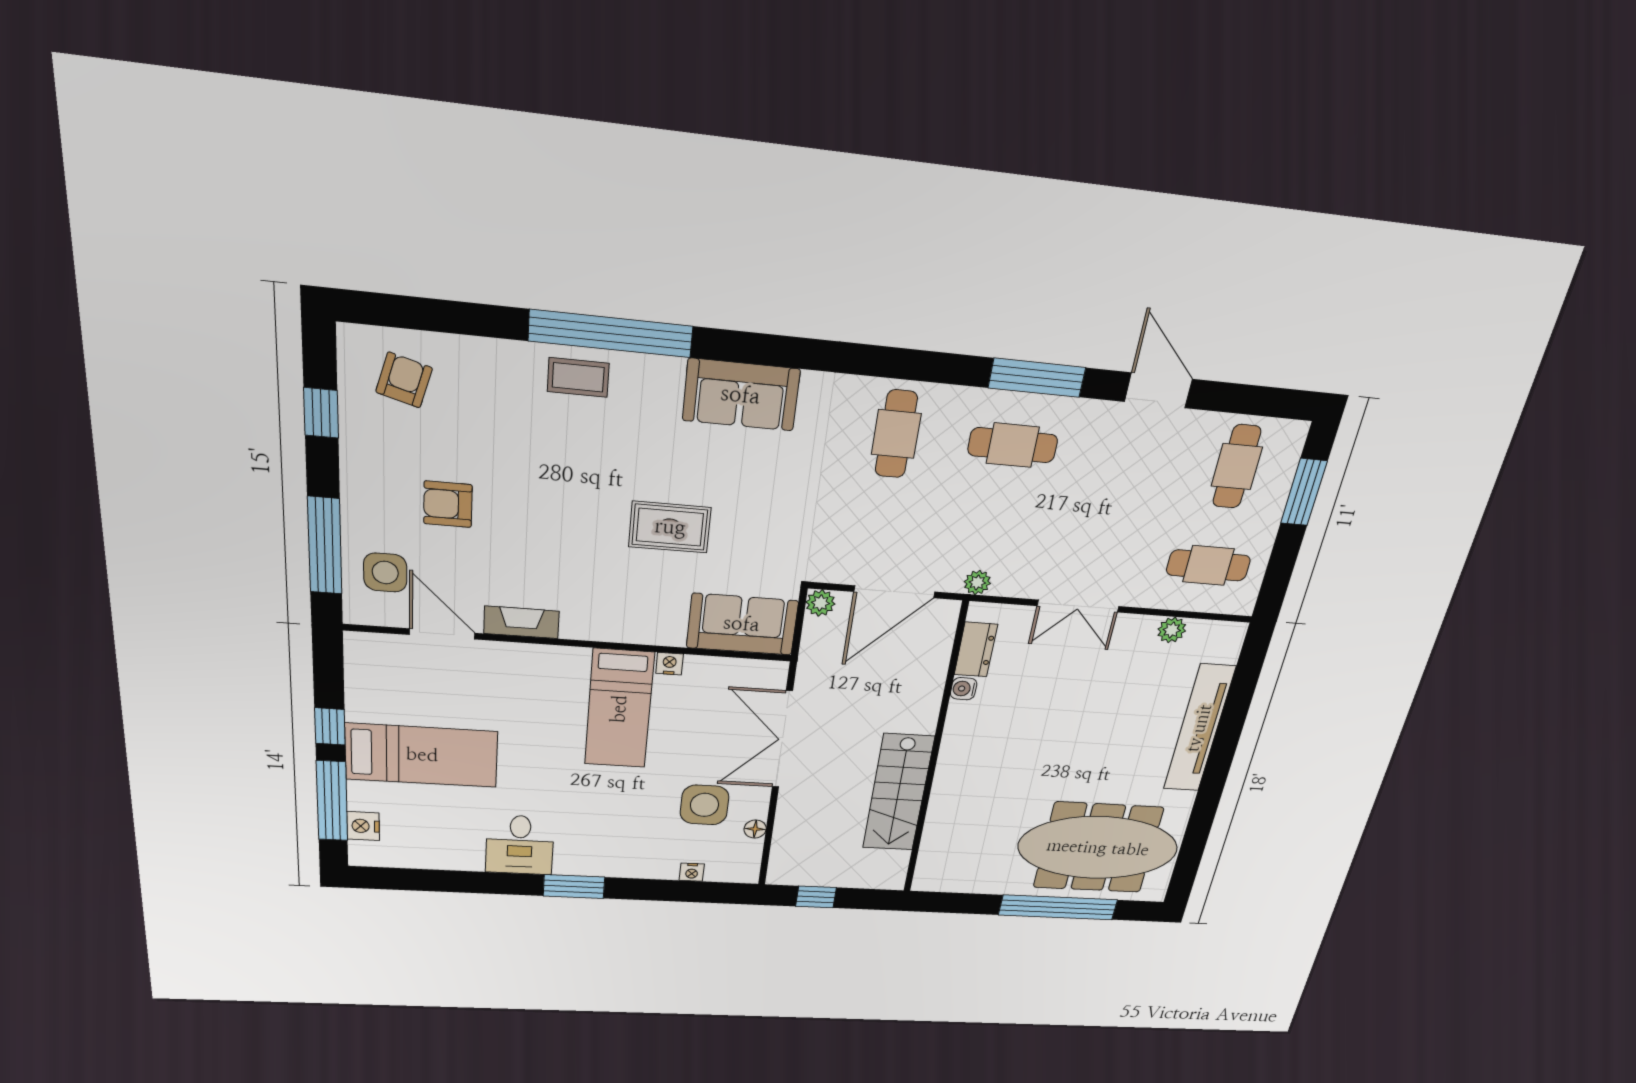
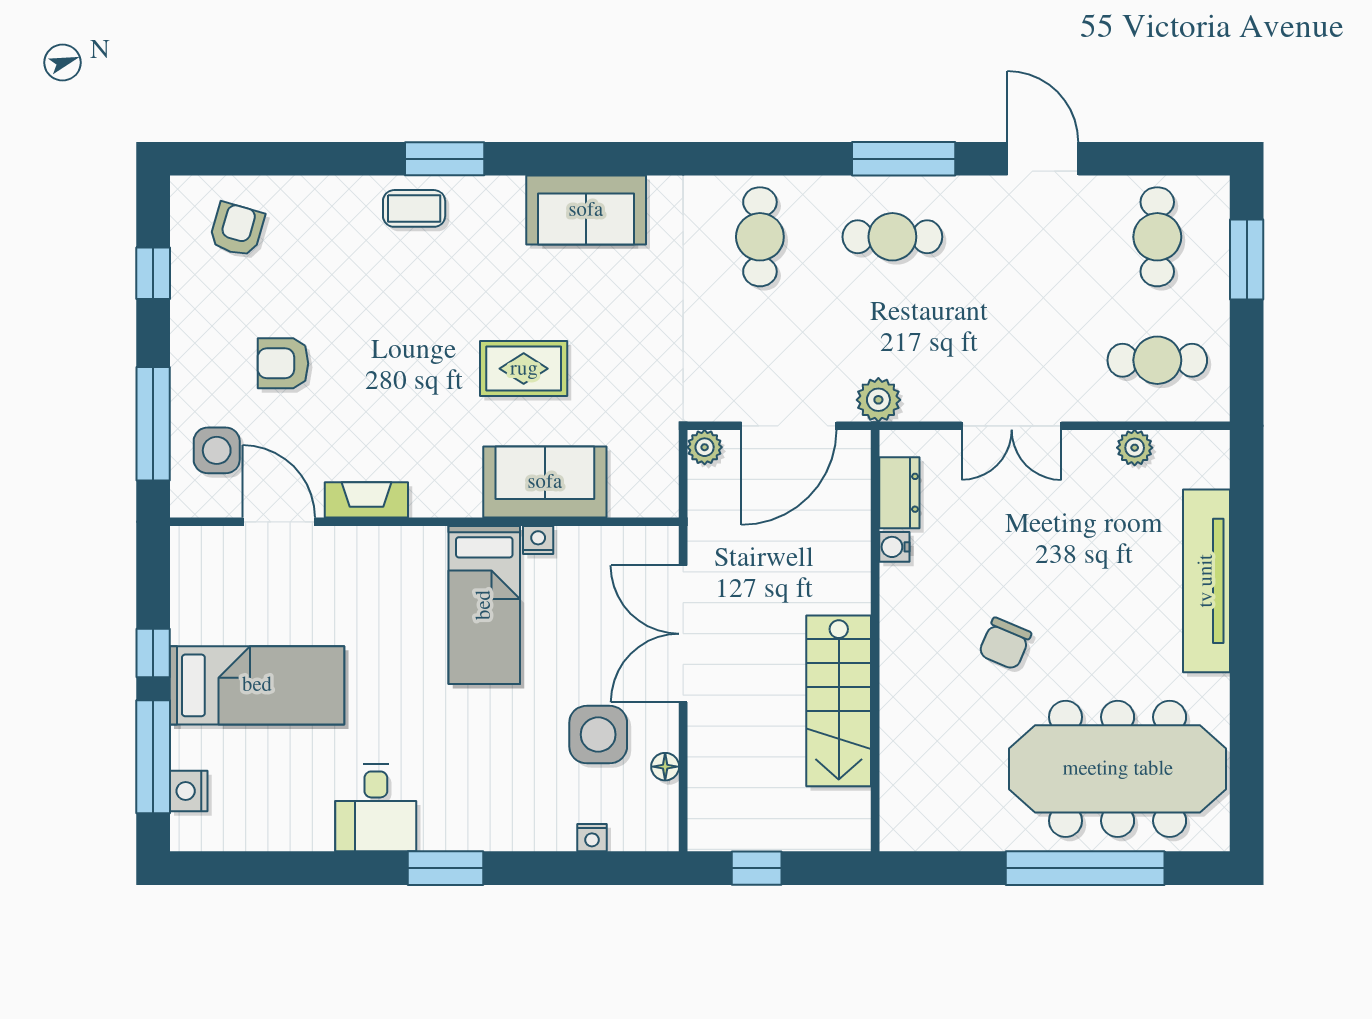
window: (611, 334) -> (445, 159), width x0.47
plant: (977, 582) -> (878, 400), width x1.38, depth x1.38
sofa: (742, 624) -> (545, 482), moved
chair: (1035, 762) -> (1005, 644), added

